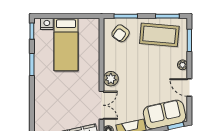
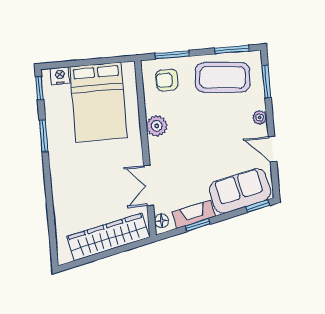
armchair: (121, 33) -> (167, 80), turned 54
bed: (66, 45) -> (99, 102), width x1.50
plant: (111, 79) -> (157, 126), moved
double door: (102, 105) -> (149, 186), swing flipped

